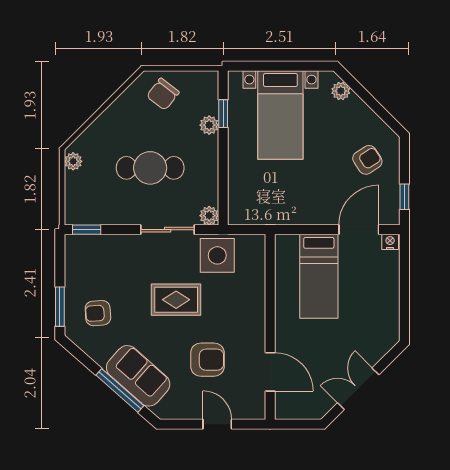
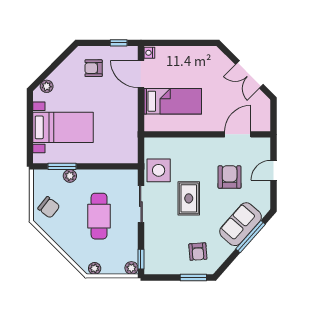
window: (223, 114) -> (62, 166), width x1.50
armchair: (367, 160) -> (94, 68), turned -57
plant: (209, 216) -> (131, 268), moved

